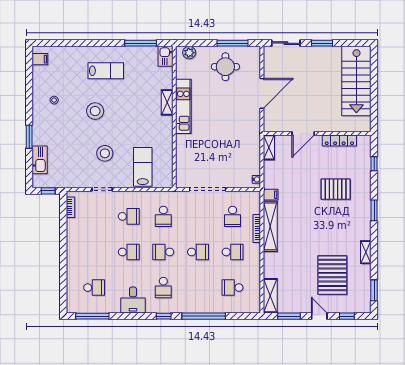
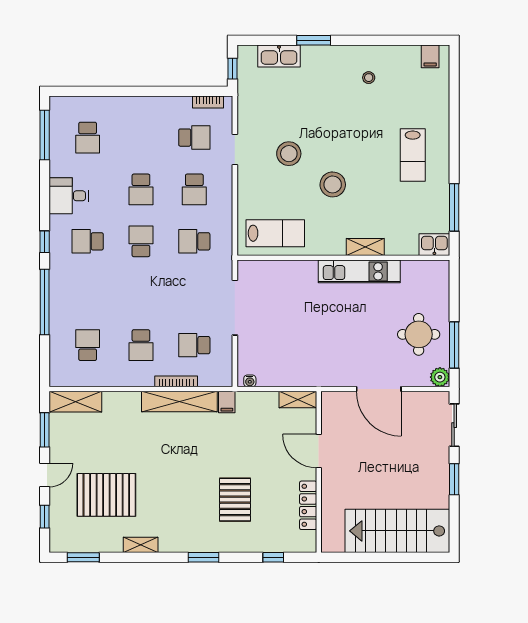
plant: (189, 53) -> (440, 377), moved
stool: (95, 111) -> (333, 184), moved
lab bench: (143, 167) -> (275, 233), moved
school desk: (198, 252) -> (194, 138), moved, turned -90

